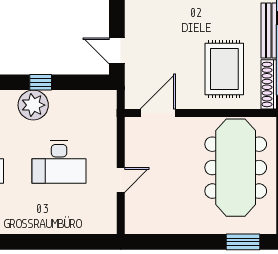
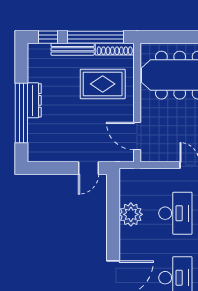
window: (41, 82) -> (113, 228), removed
plant: (33, 105) -> (131, 214), moved

